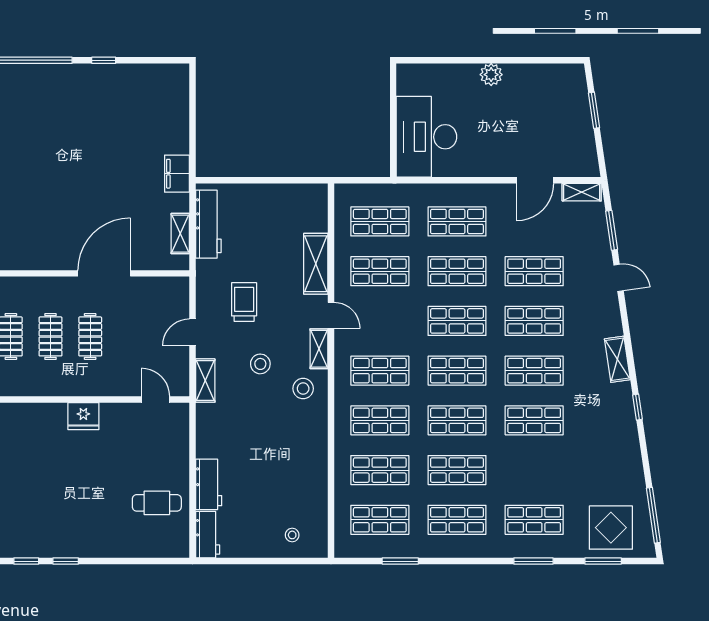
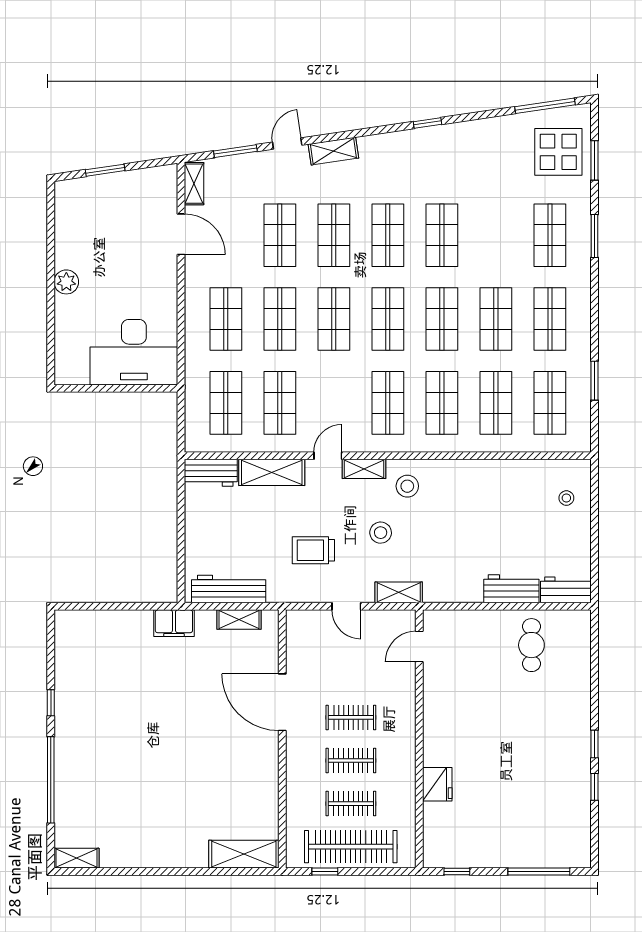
workbench: (315, 208) -> (211, 473), added
shelving: (617, 359) -> (333, 151), moved
fridge: (83, 416) -> (437, 784), moved

